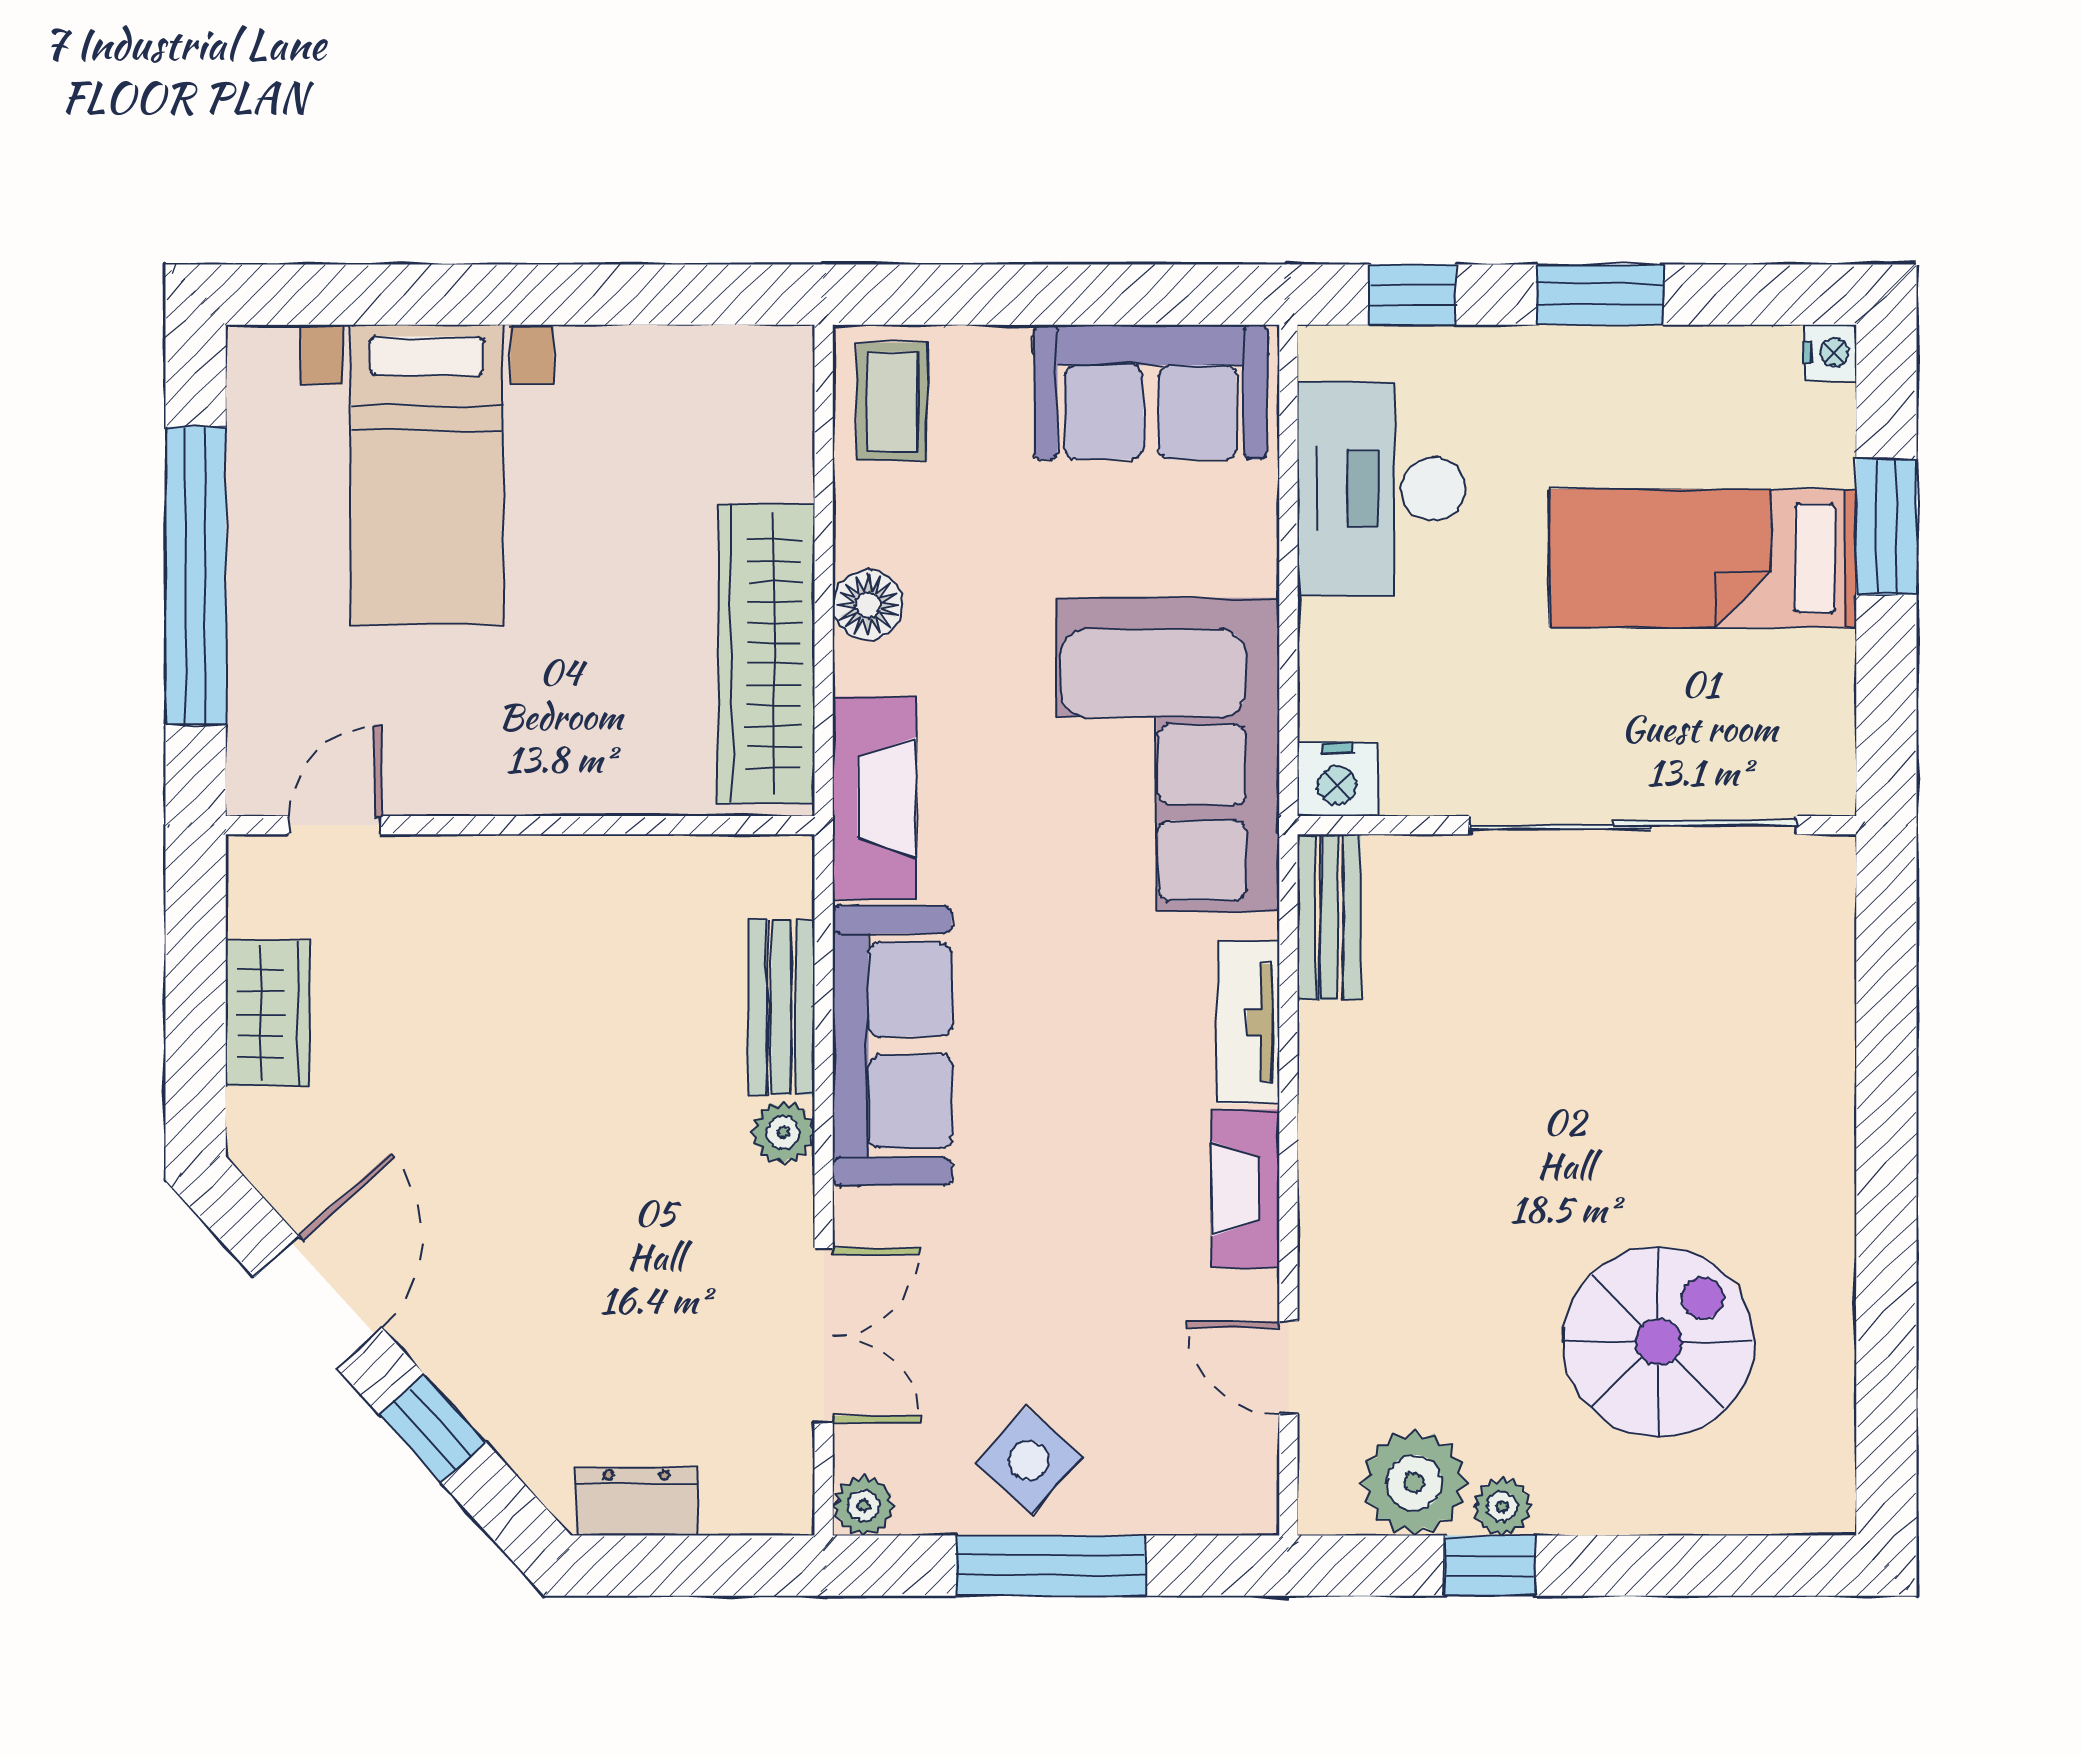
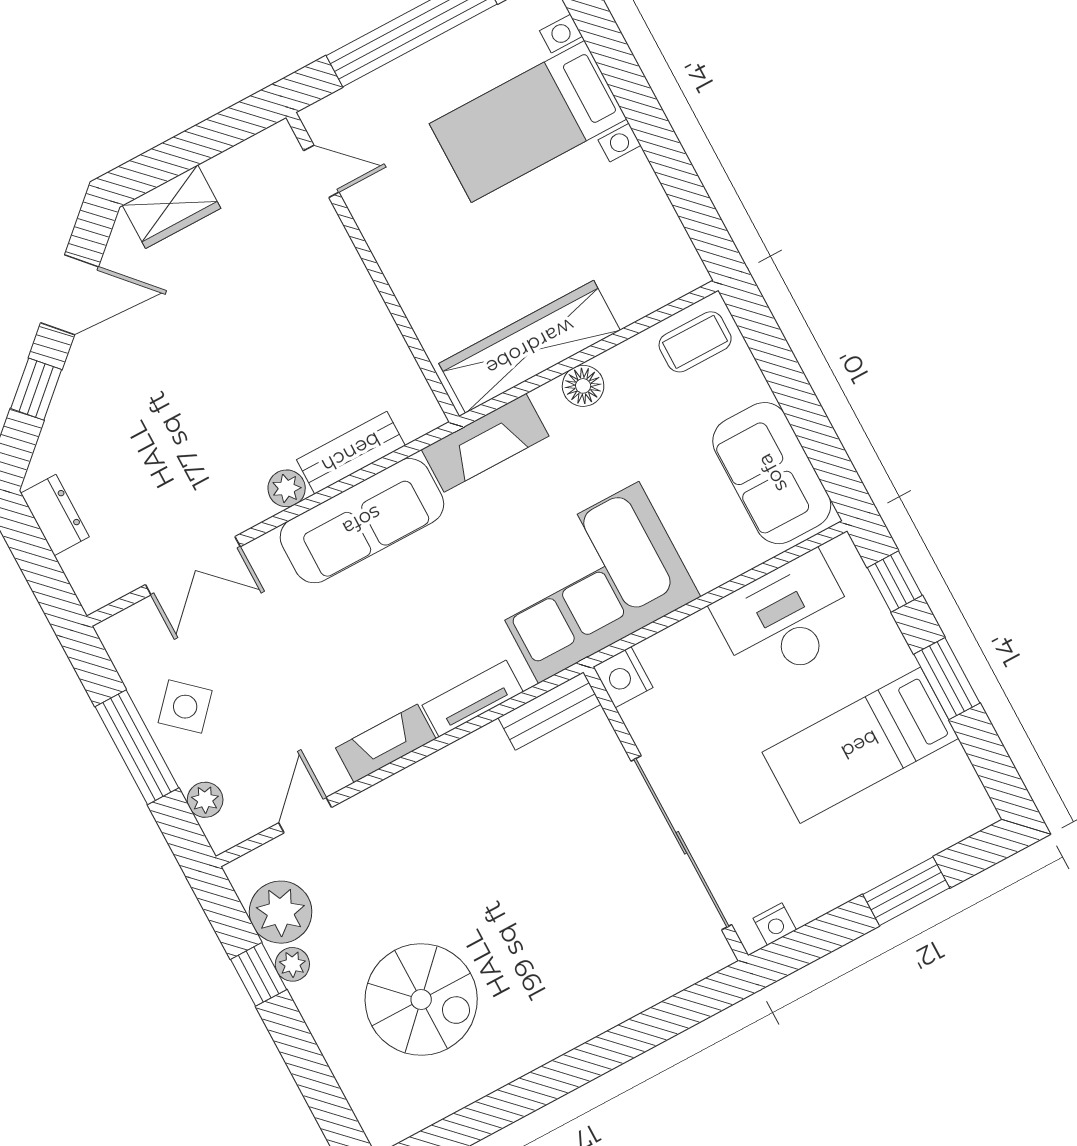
nightstand: (1830, 352) -> (775, 924), moved
bed: (1703, 558) -> (860, 745), moved, turned -90
wardrobe: (268, 1013) -> (172, 207), moved
plant: (864, 1505) -> (205, 800), moved

